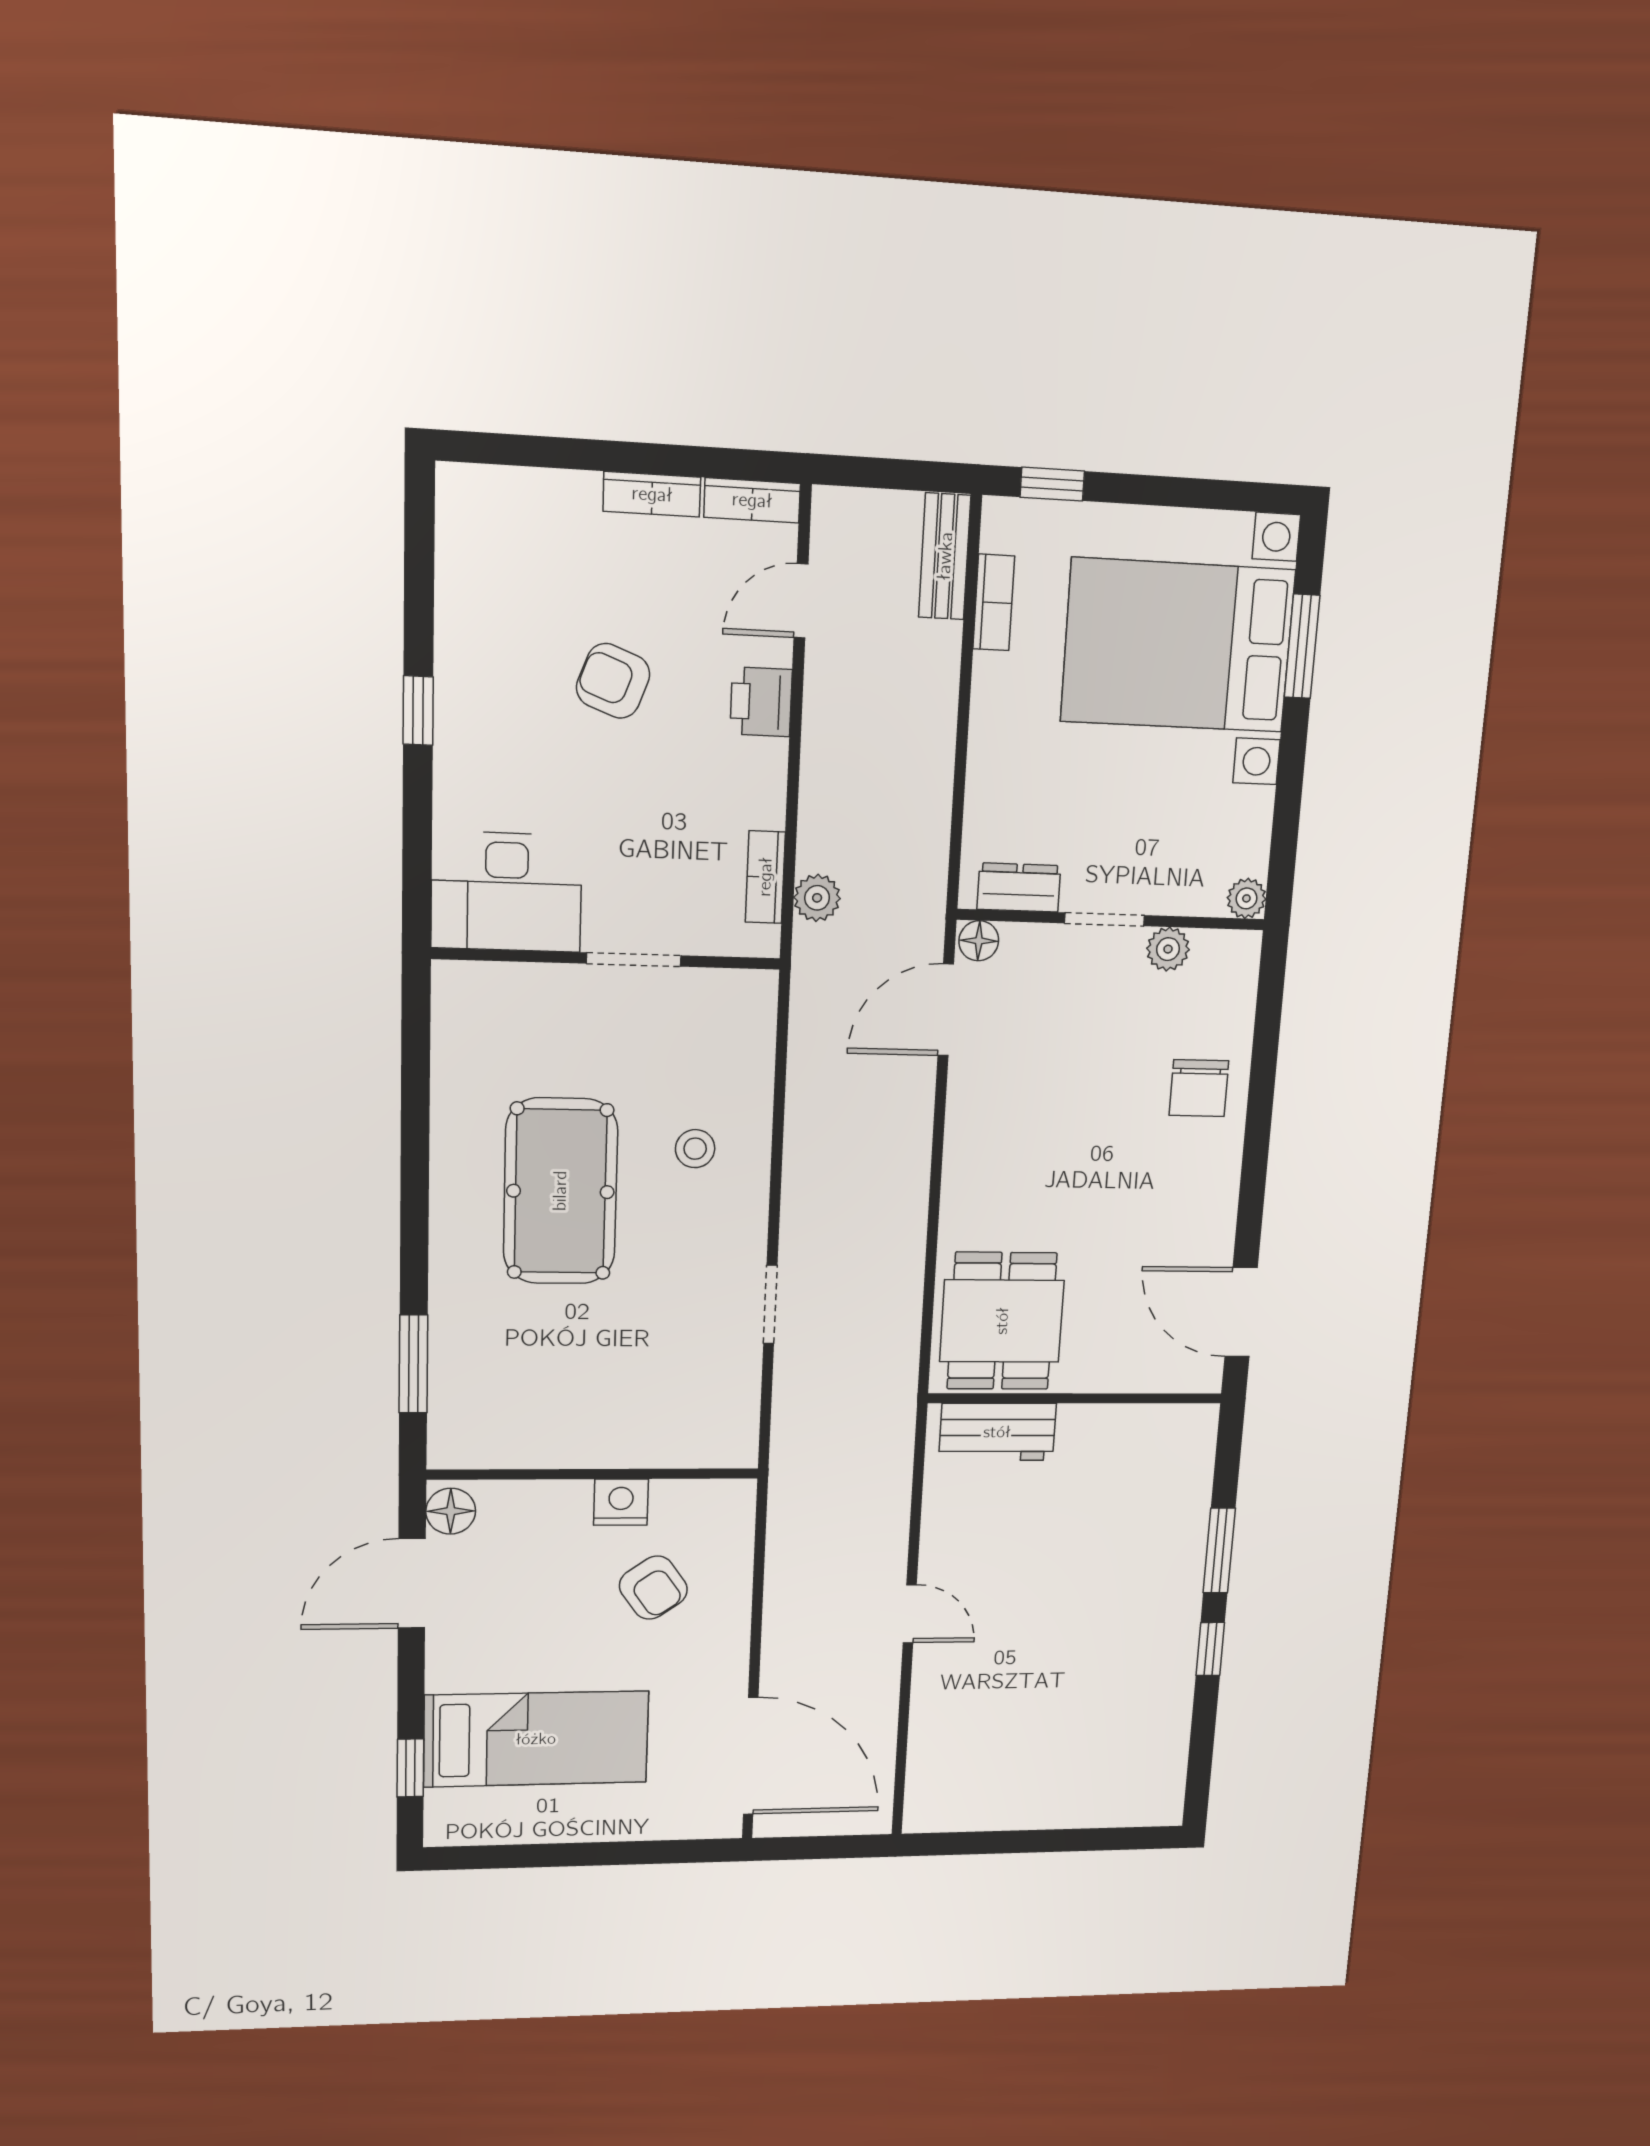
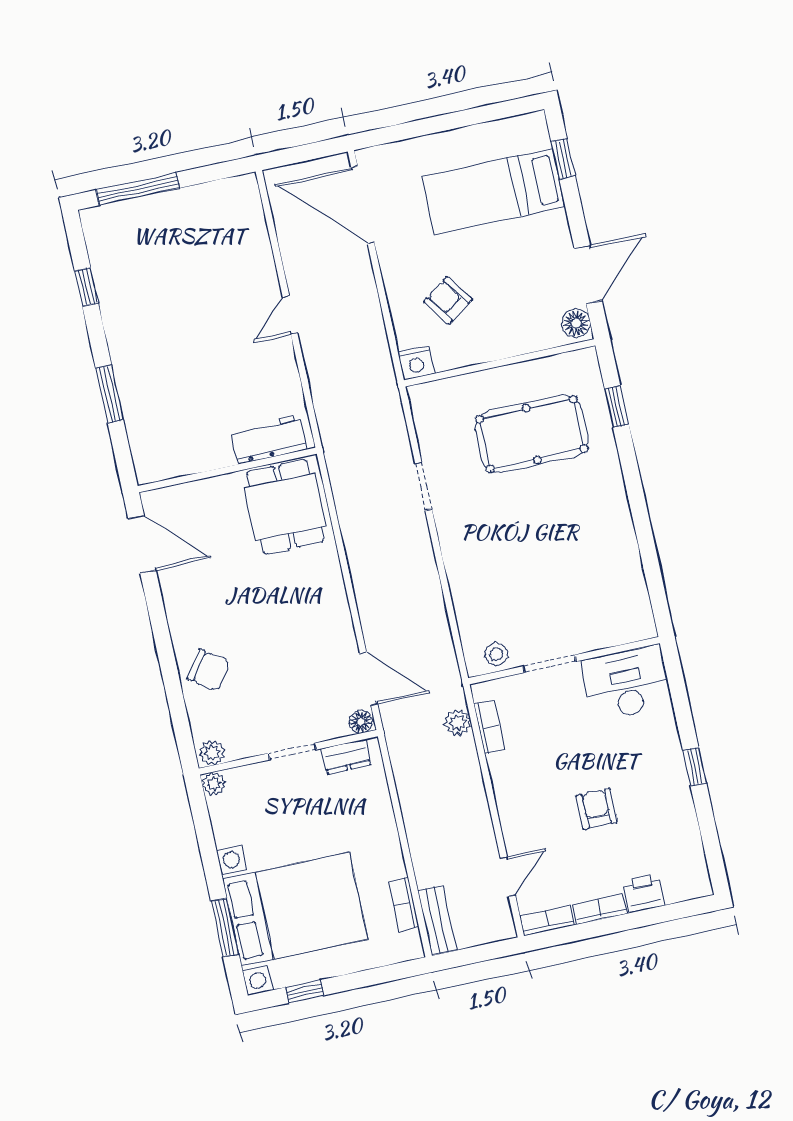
window: (1052, 484) -> (305, 991), moved
armchair: (613, 681) -> (597, 809), turned -111
printer: (761, 702) -> (644, 893), moved, turned -90
plant: (1168, 949) -> (212, 753), moved
door: (946, 1010) -> (369, 679), hinge flipped
chair: (1199, 1088) -> (209, 670), turned 125
stool: (695, 1149) -> (496, 654), moved
pool table: (560, 1191) -> (532, 434), moved, turned 90
window: (413, 1364) -> (617, 407), width x0.67
nightstand: (621, 1502) -> (416, 363), moved
door: (910, 1614) -> (290, 315), hinge flipped
window: (1210, 1649) -> (86, 287), moved
window: (1085, 1840) -> (138, 189), added

